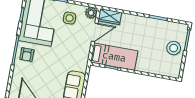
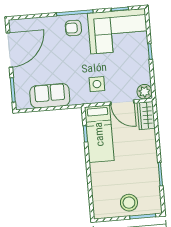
side table: (69, 18) -> (97, 84), moved

